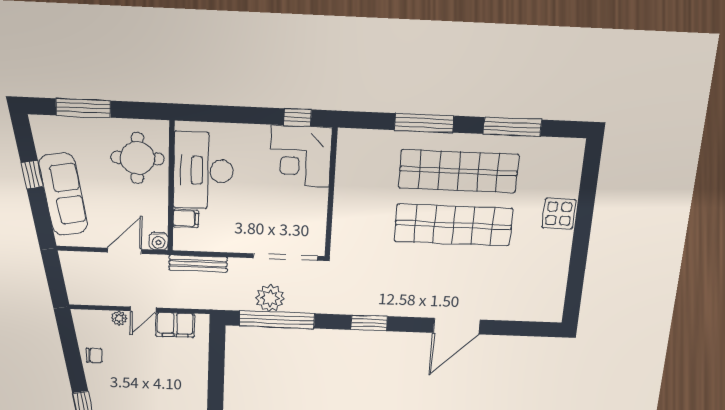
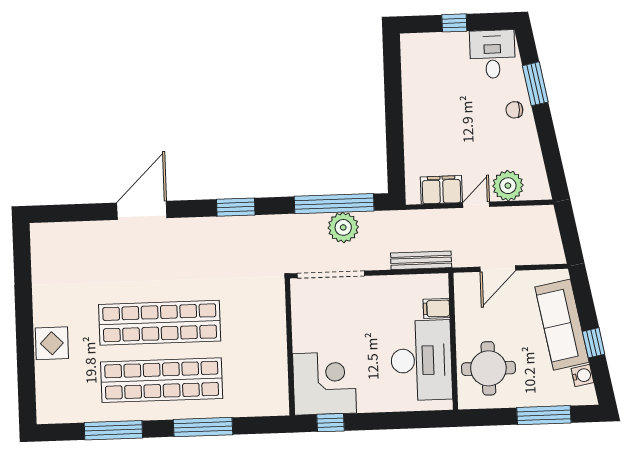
water cooler: (159, 241) -> (582, 375), moved, turned 79
plant: (119, 318) -> (508, 186), width x1.87, depth x1.87
chair: (94, 355) -> (514, 110), moved

